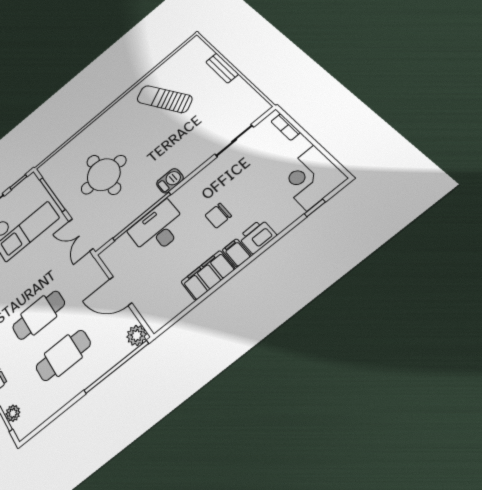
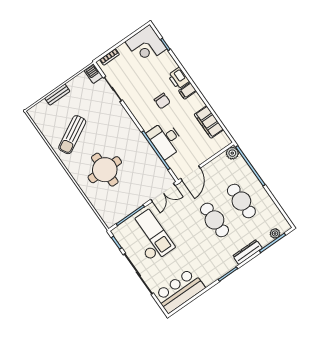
round table: (104, 175) -> (105, 170), moved
barbecue: (170, 181) -> (93, 74), moved
filing cabinet: (208, 275) -> (209, 122), moved
door: (121, 291) -> (190, 173), moved

